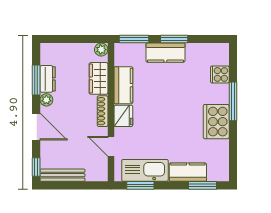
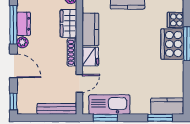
window: (36, 80) -> (13, 25), width x1.44
cooker: (216, 122) -> (172, 44), moved
door: (111, 146) -> (79, 83), swing flipped
kitchen counter: (188, 172) -> (167, 106), moved
bench: (62, 175) -> (57, 109), moved

